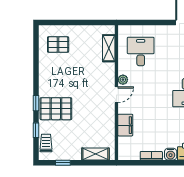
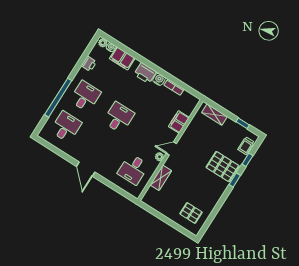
shelving: (109, 48) -> (161, 178), moved

